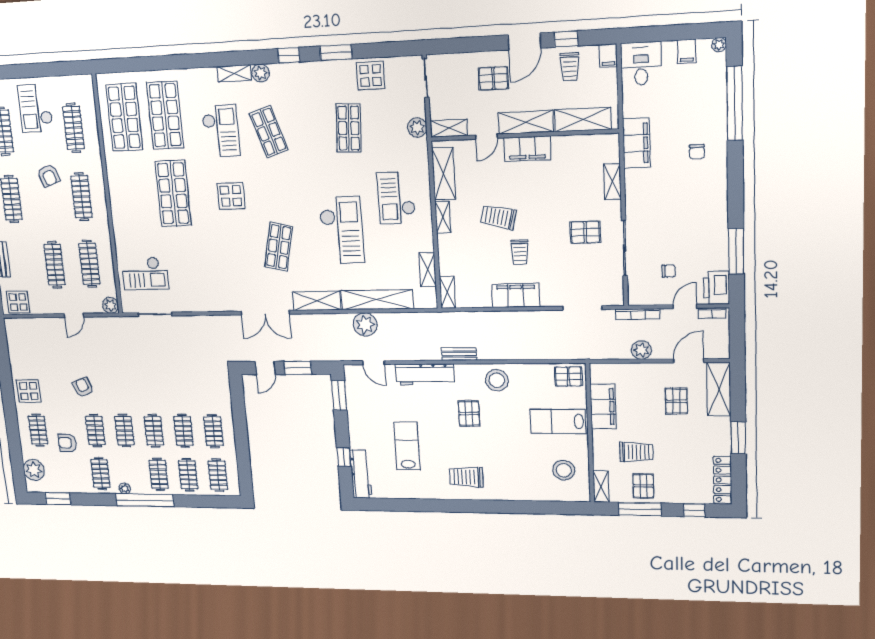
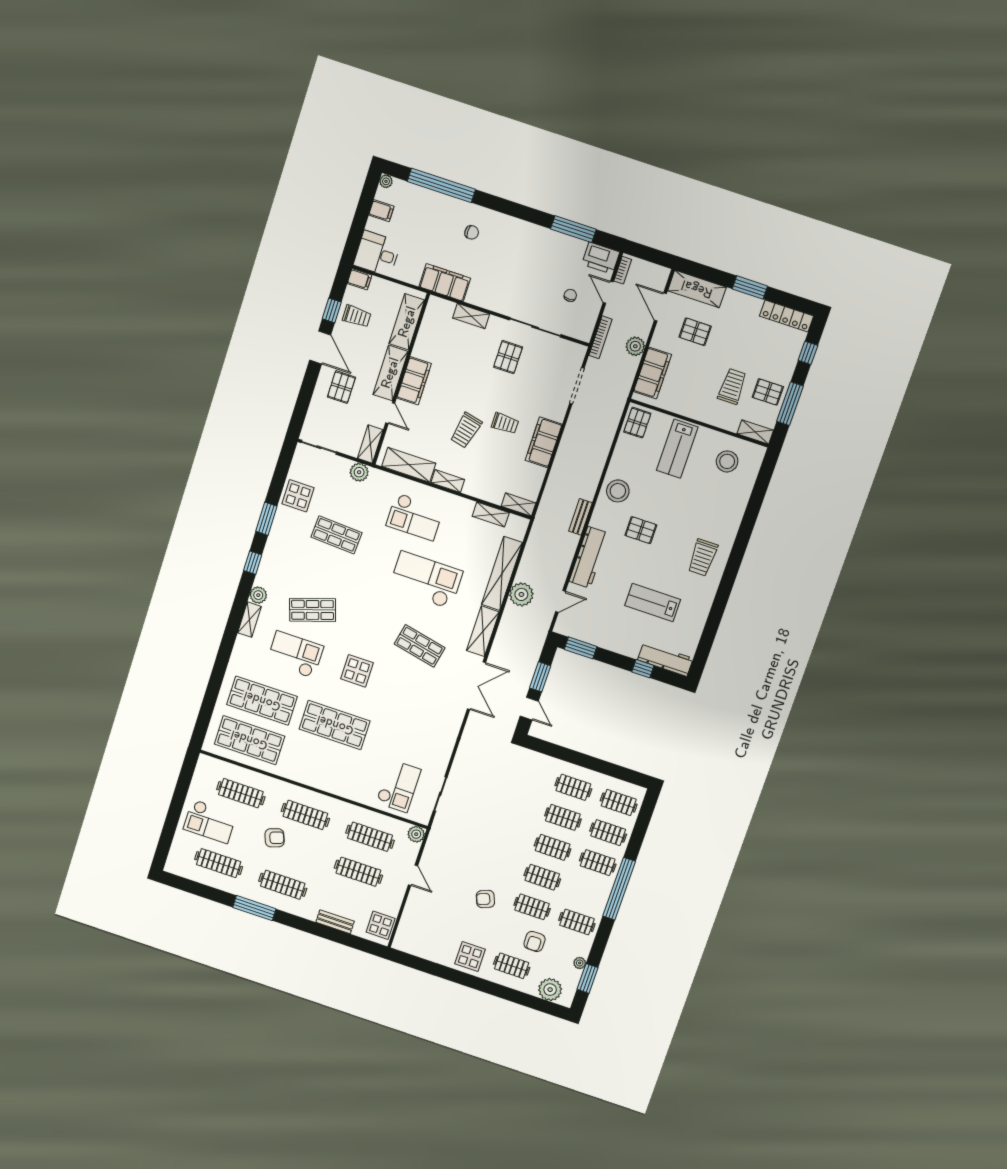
filing cabinet: (603, 407) -> (652, 373), moved, turned 90
plant: (125, 489) -> (580, 963), moved

